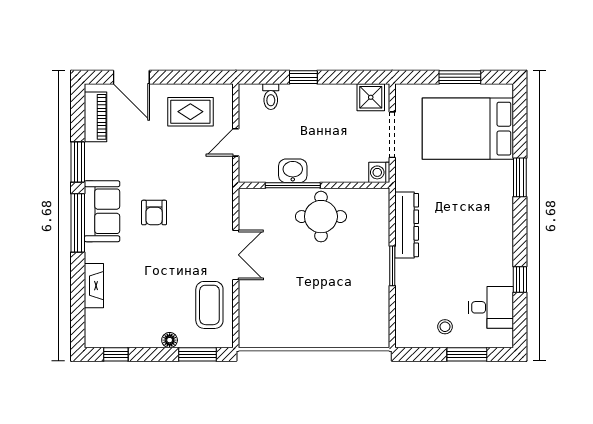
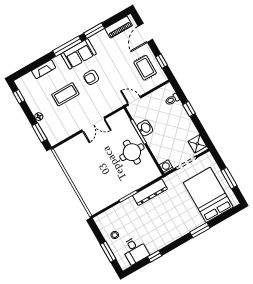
window: (195, 77) -> (162, 61), added
door: (236, 142) -> (134, 101), moved
coffee table: (209, 305) -> (65, 94), moved

